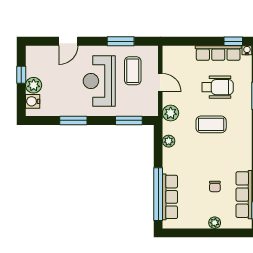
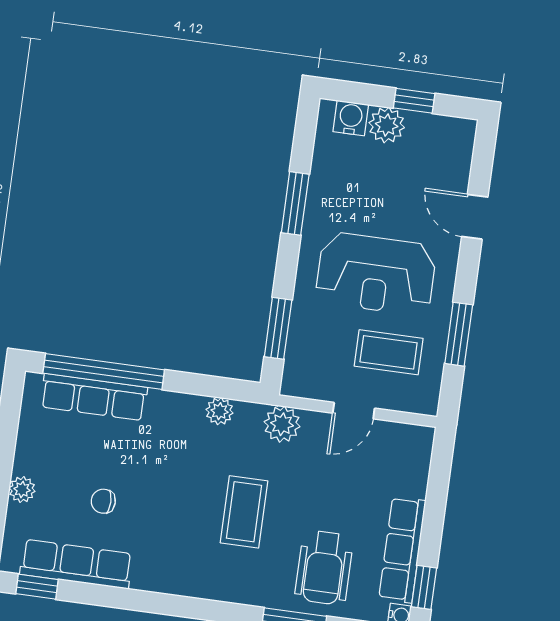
reception desk: (99, 81) -> (376, 274), turned 180
wheelchair: (218, 87) -> (324, 568), moved

